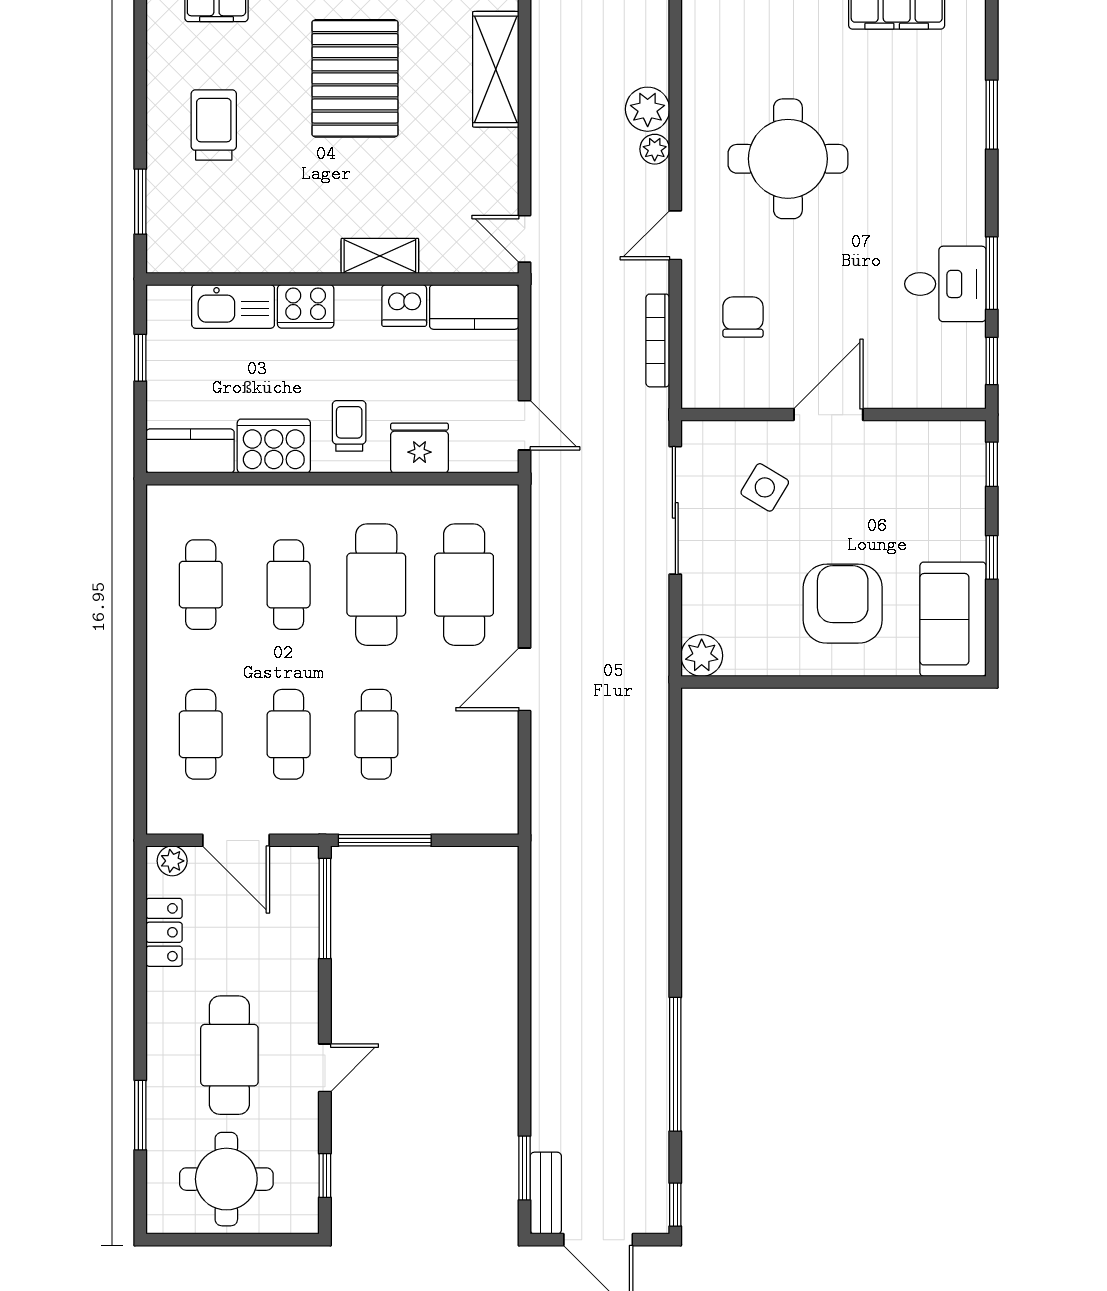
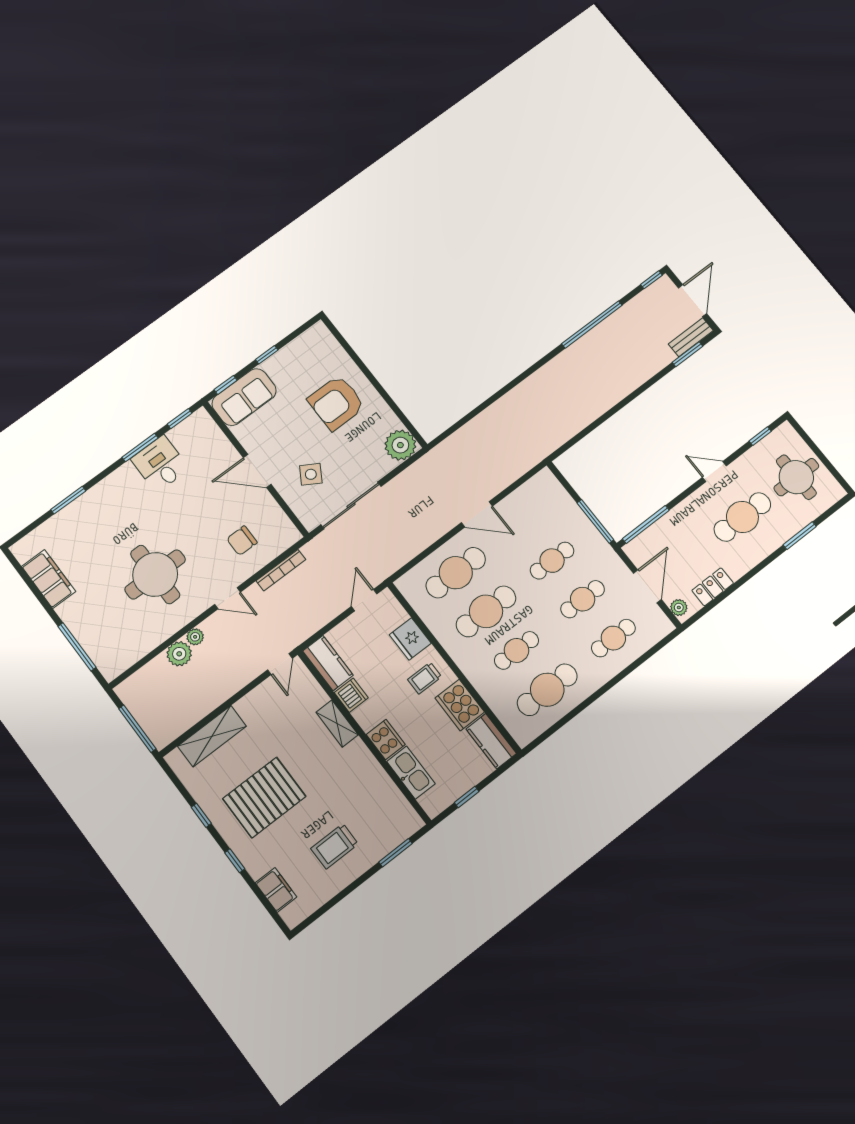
cafe table: (201, 585) -> (547, 690), width x1.37, depth x1.35
sofa: (953, 619) -> (244, 397), moved
plant: (702, 656) -> (400, 445), width x1.36, depth x1.36

